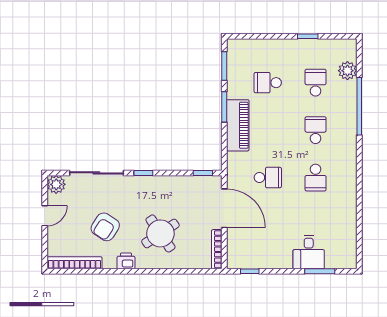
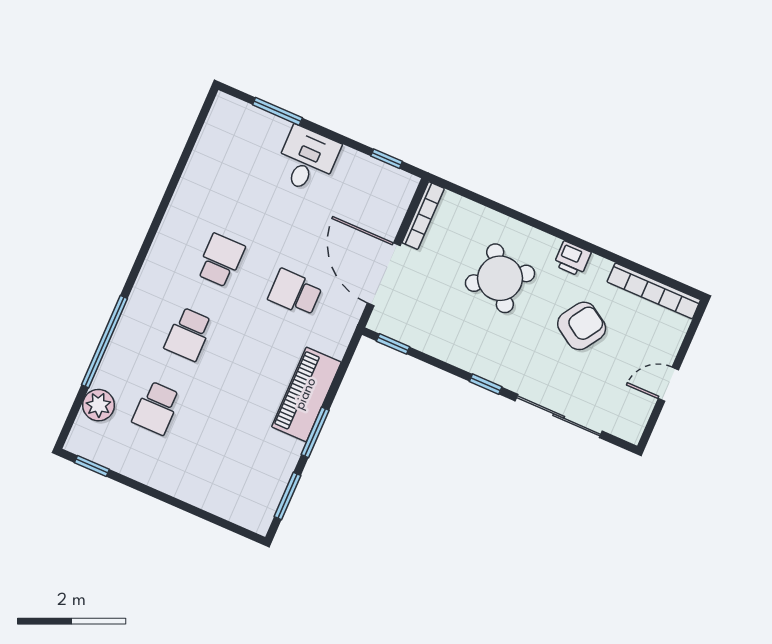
window: (308, 36) -> (92, 466), moved
school desk: (268, 83) -> (231, 441), removed
plant: (56, 184) -> (629, 425), removed
desk: (309, 252) -> (307, 160), moved

